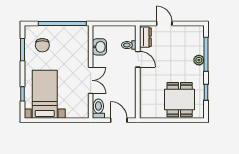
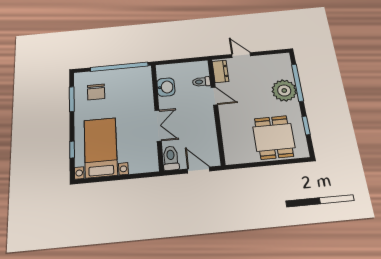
plant: (199, 60) -> (284, 90), width x1.87, depth x1.87

